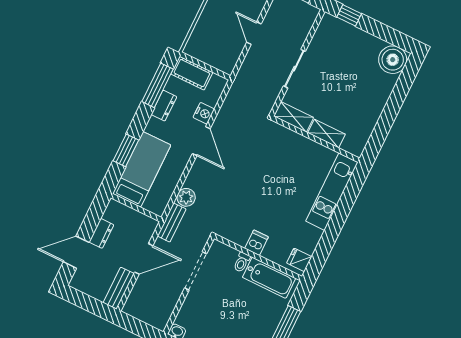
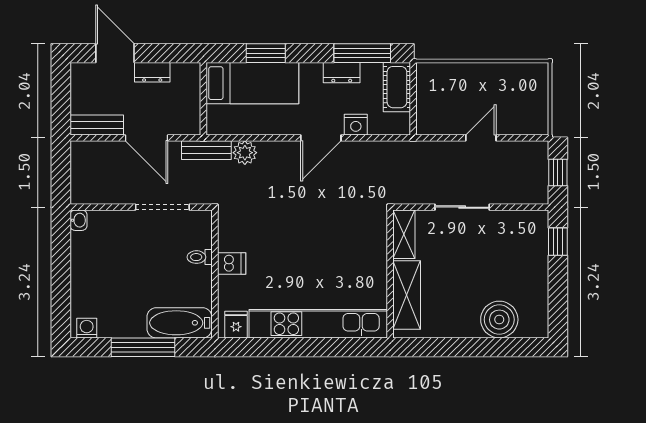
boiler: (393, 60) -> (499, 320), moved
shelving: (327, 134) -> (407, 295), width x1.50, depth x1.33
kitchen unit: (332, 192) -> (318, 324), width x1.36
bathtub: (269, 278) -> (179, 323), moved, turned 90

